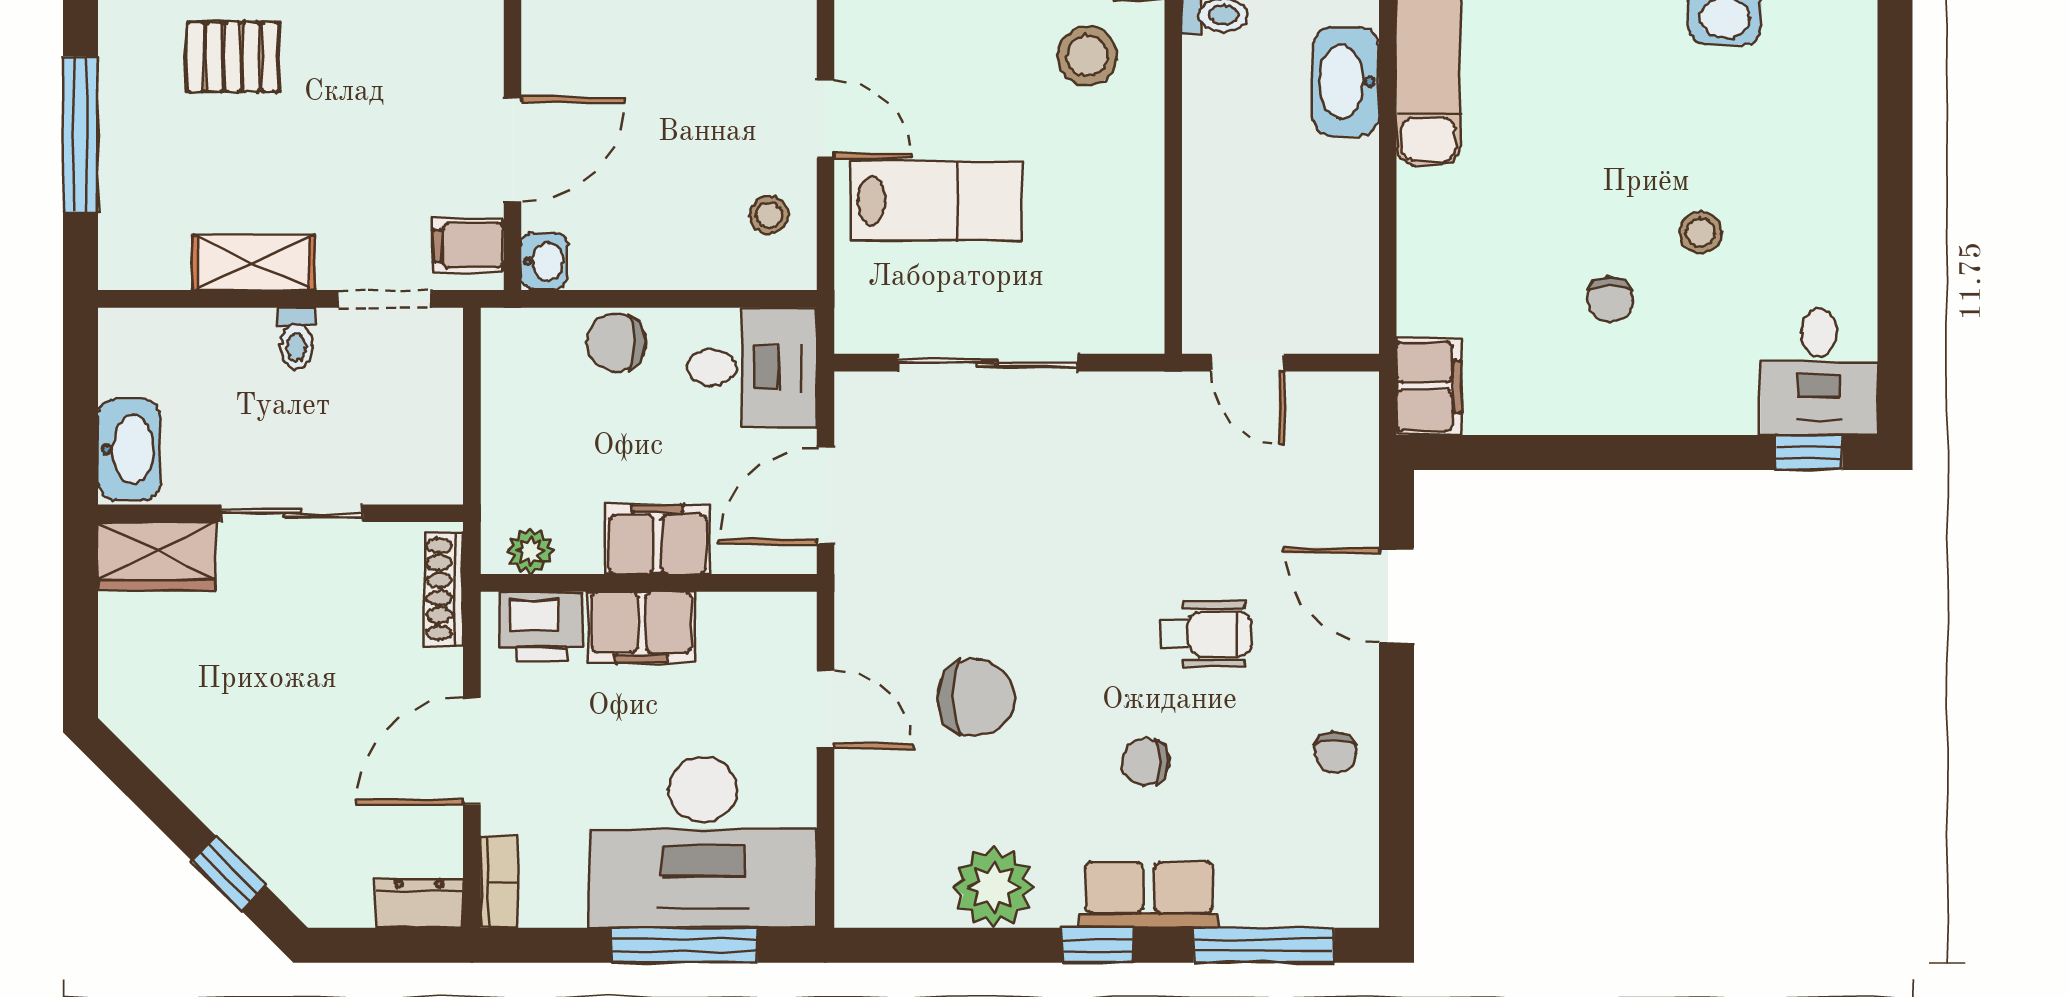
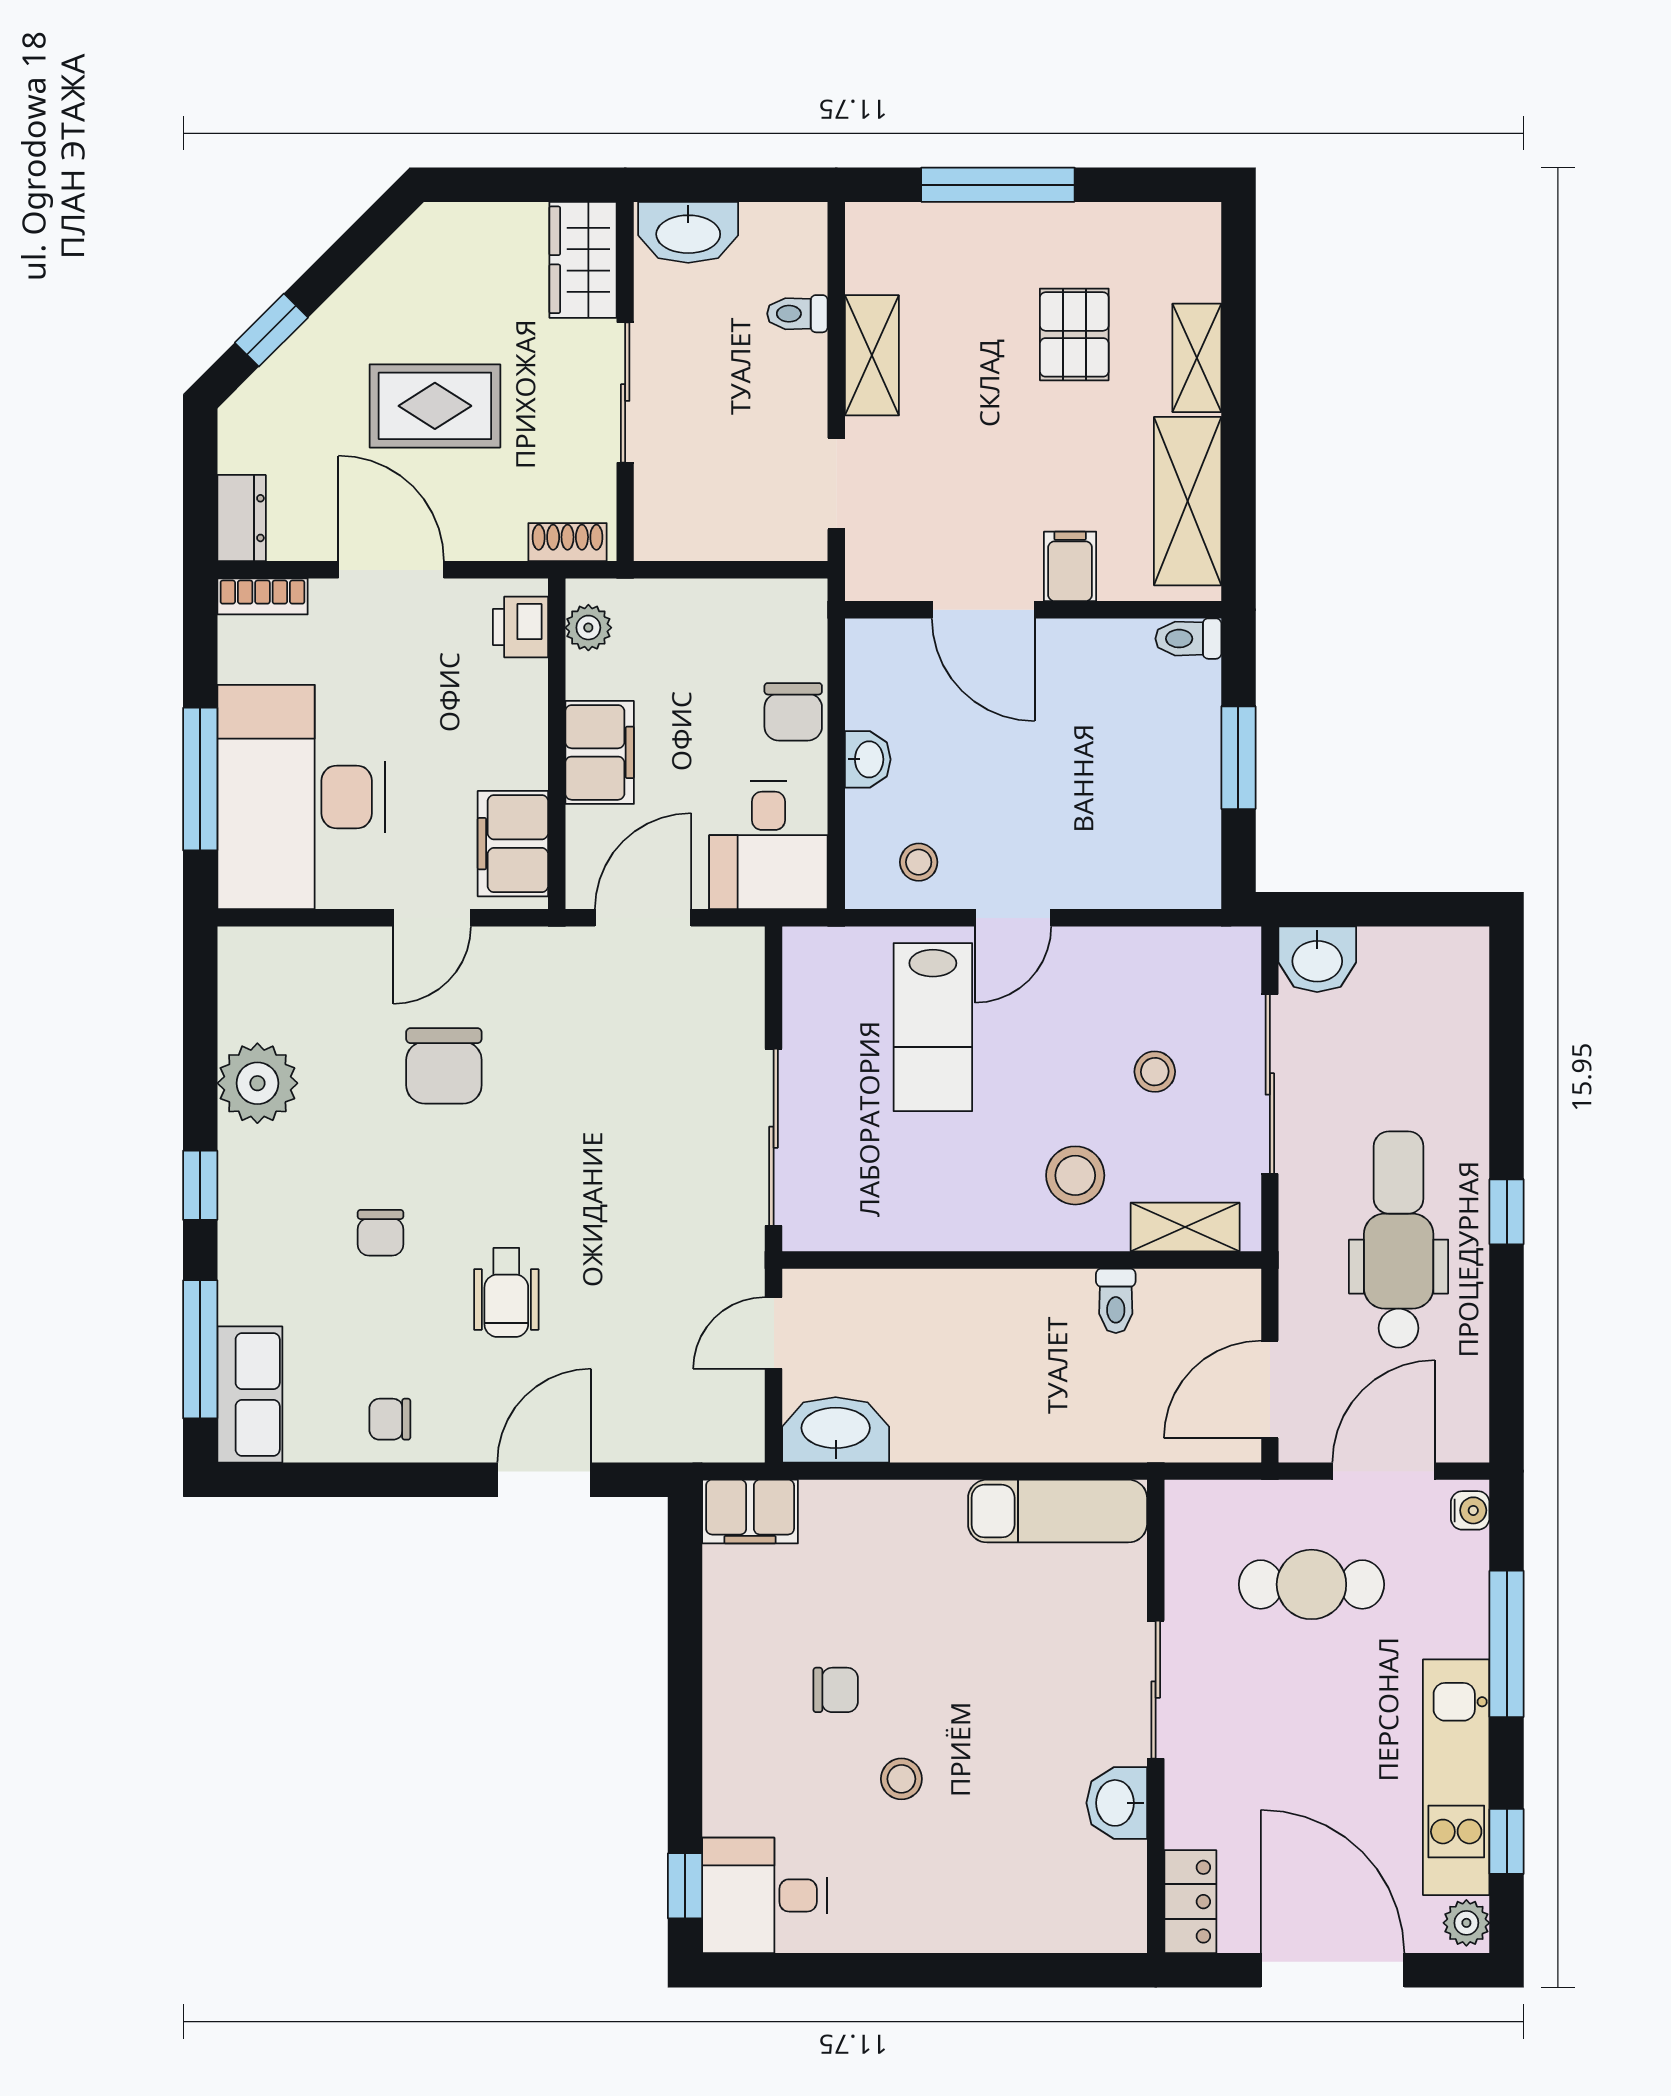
washbasin: (1346, 82) -> (836, 1430), moved
filing cabinet: (468, 246) -> (1070, 566), moved
washbasin: (544, 261) -> (868, 759), moved, turned -90
chair: (1610, 299) -> (836, 1690), turned 180
toilet: (296, 338) -> (797, 314), moved
chair: (616, 343) -> (793, 712), turned 180
sliding door: (988, 363) -> (774, 1137), moved
door: (825, 495) -> (643, 918), hinge flipped
shoe rack: (444, 589) -> (568, 542), width x0.70
printer: (541, 626) -> (521, 627), width x0.73, depth x0.81
filing cabinet: (642, 627) -> (513, 844), moved
rug: (305, 707) -> (435, 406), added
chair: (1146, 762) -> (380, 1233), turned 180
row of seats: (1149, 895) -> (250, 1394), moved

